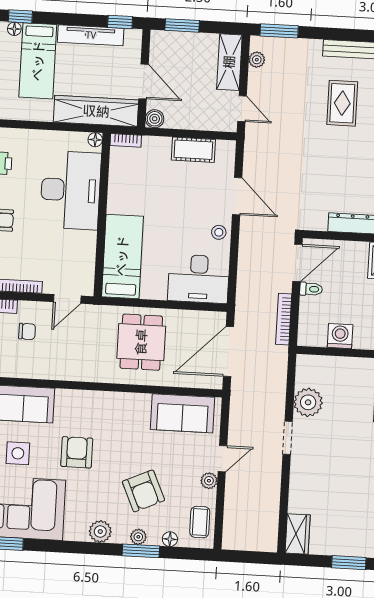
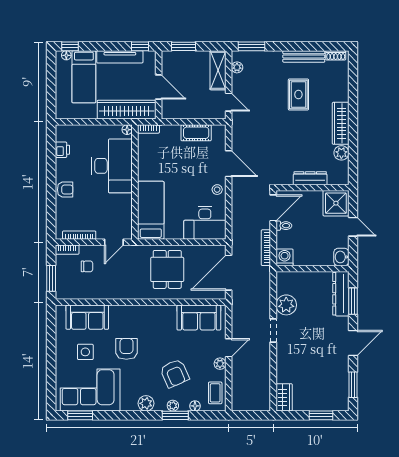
boiler: (155, 119) -> (168, 113), removed
washing machine: (340, 336) -> (285, 257), moved

